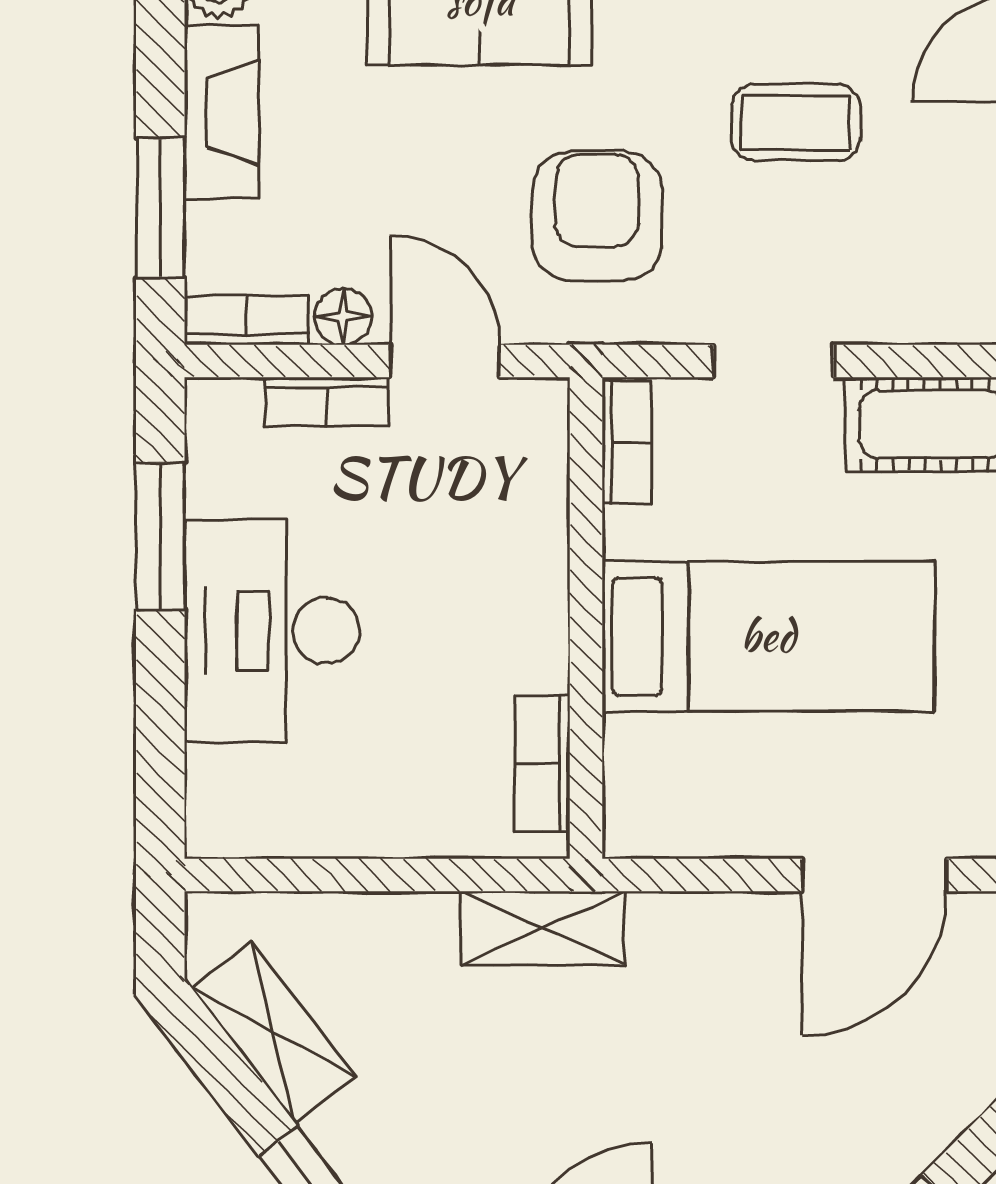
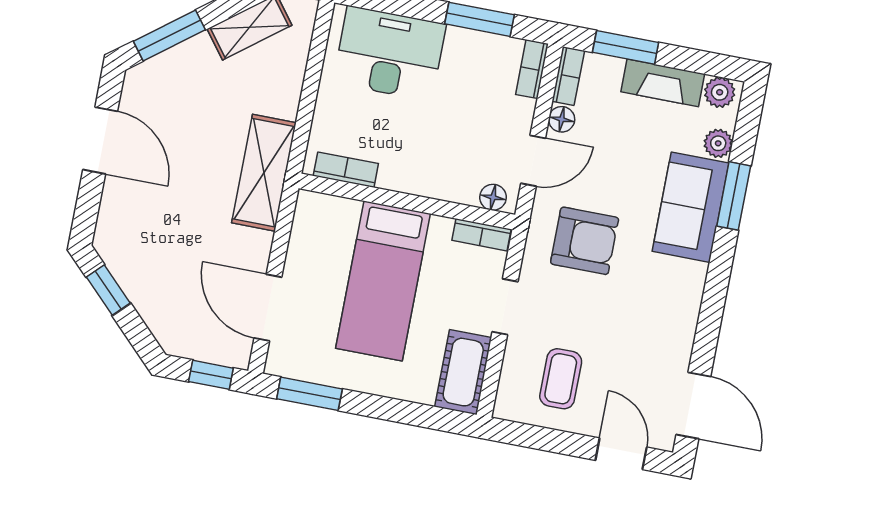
coffee table: (796, 123) -> (561, 379), moved
bookcase: (326, 402) -> (532, 69), moved
floor lamp: (541, 433) -> (493, 197), added
desk: (272, 631) -> (389, 53), moved
shelving: (543, 928) -> (264, 173), width x1.50, depth x1.33

